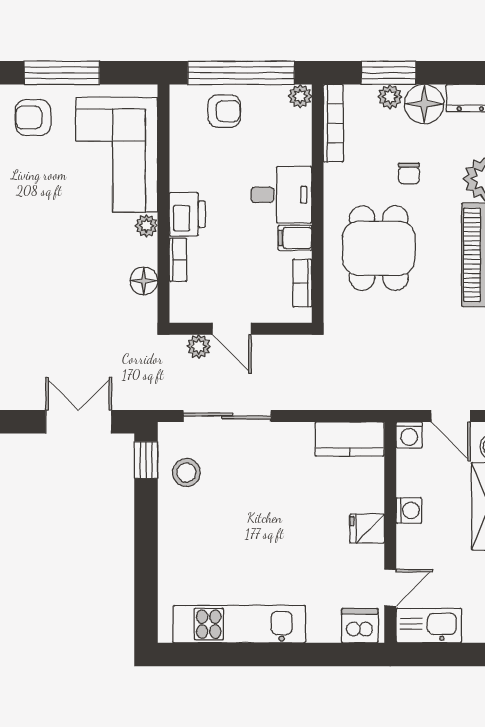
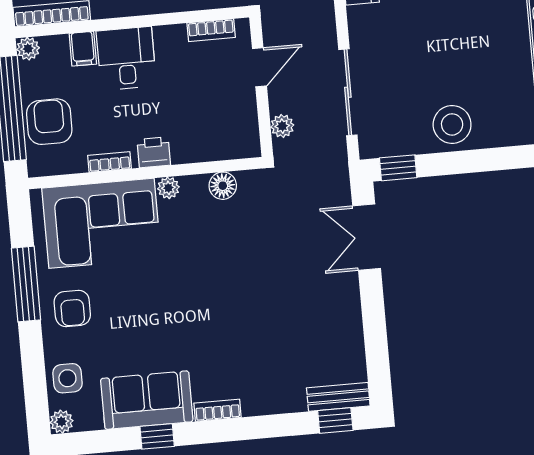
armchair: (224, 111) -> (49, 122), width x1.38, depth x1.38
printer: (187, 214) -> (154, 152), width x0.73, depth x0.81
filing cabinet: (295, 238) -> (83, 49), moved
bookcase: (178, 260) -> (110, 162), moved
door: (232, 329) -> (259, 67), moved
stool: (186, 472) -> (452, 124), moved, width x1.38, depth x1.38

